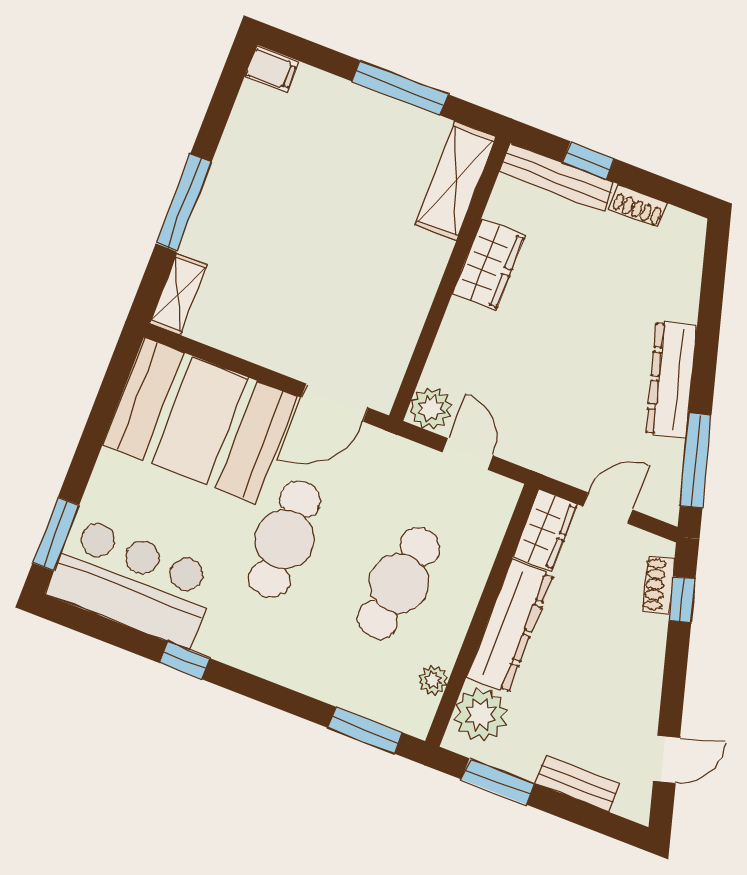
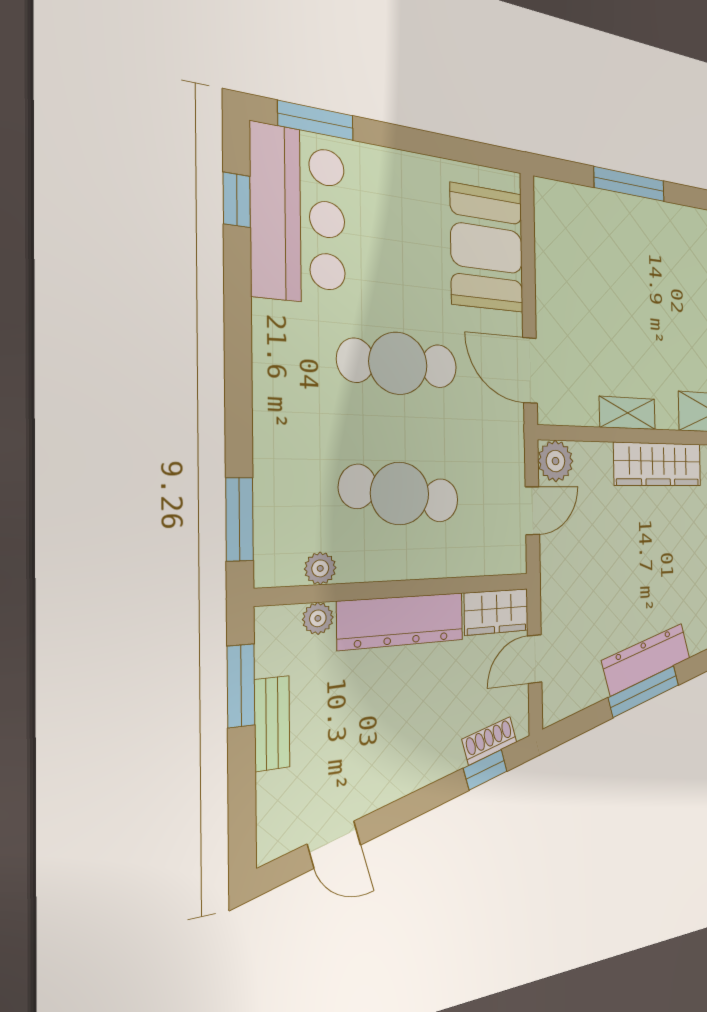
wardrobe: (488, 265) -> (658, 464), width x1.50
shelving: (178, 294) -> (628, 413), moved
booth: (200, 420) -> (487, 248), width x0.73, depth x0.70
window: (696, 461) -> (644, 691), moved
door: (608, 508) -> (535, 659), swing flipped
window: (185, 661) -> (237, 200), moved
plant: (481, 715) -> (318, 618), width x0.53, depth x0.53
bench: (578, 784) -> (272, 723), moved

